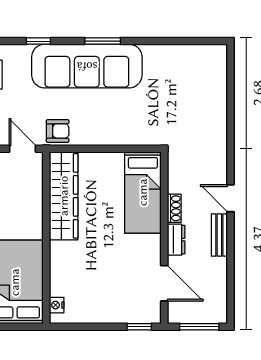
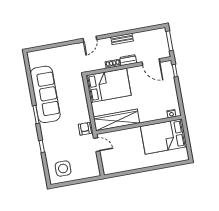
sofa: (87, 66) -> (45, 94), moved
door: (22, 149) -> (97, 145), swing flipped
bed: (143, 192) -> (109, 85), width x1.50
door: (231, 198) -> (90, 39), moved
door: (164, 283) -> (151, 62), swing flipped

